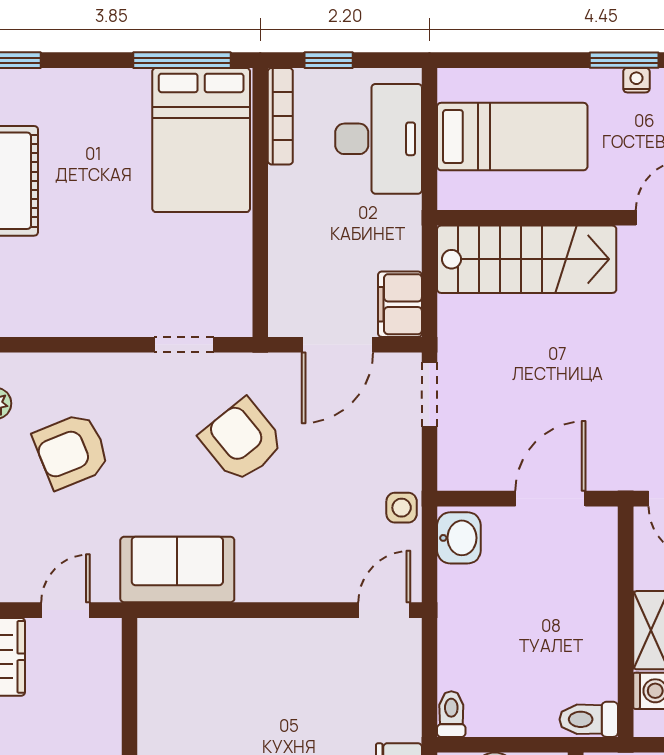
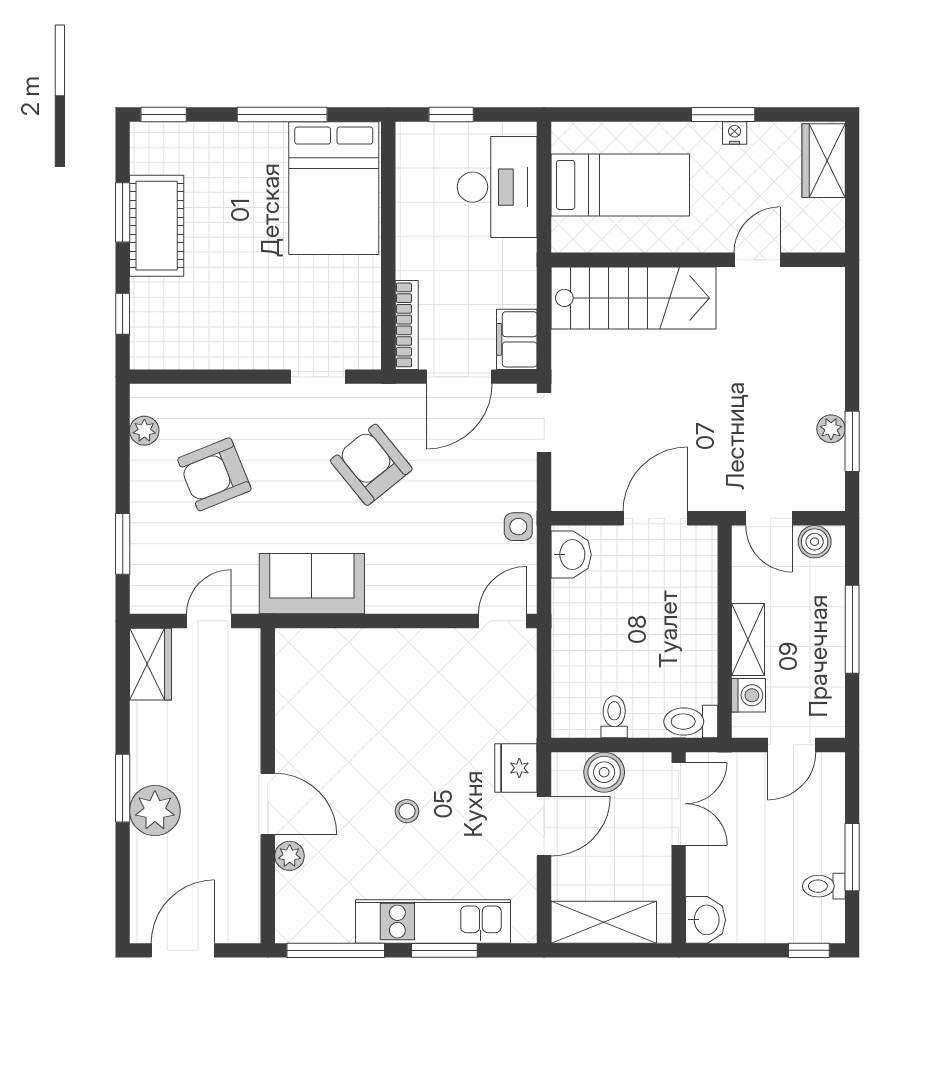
window: (182, 60) -> (282, 115), moved
bookcase: (280, 116) -> (407, 325), moved
toilet: (451, 714) -> (614, 717), moved

